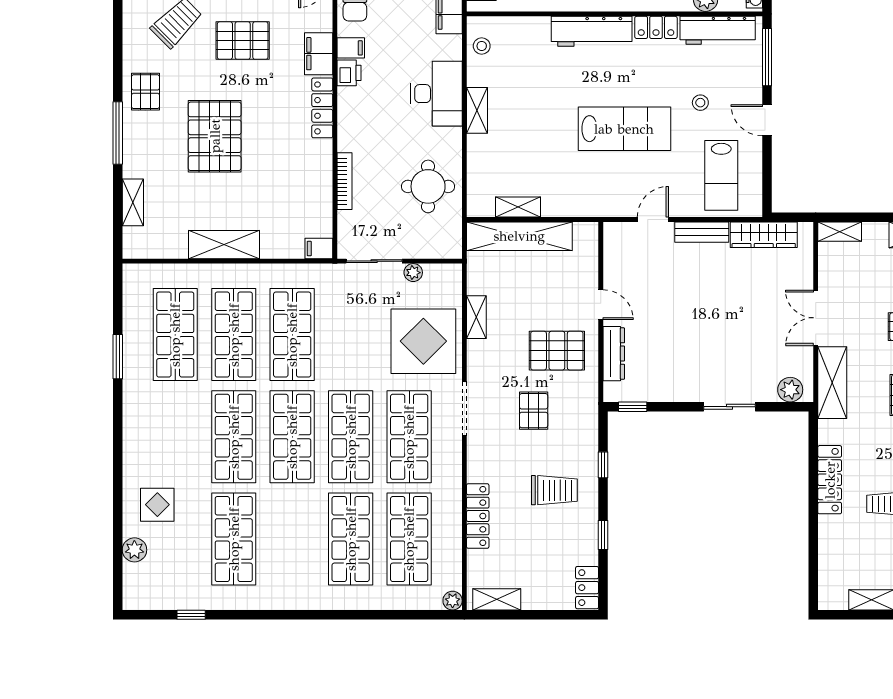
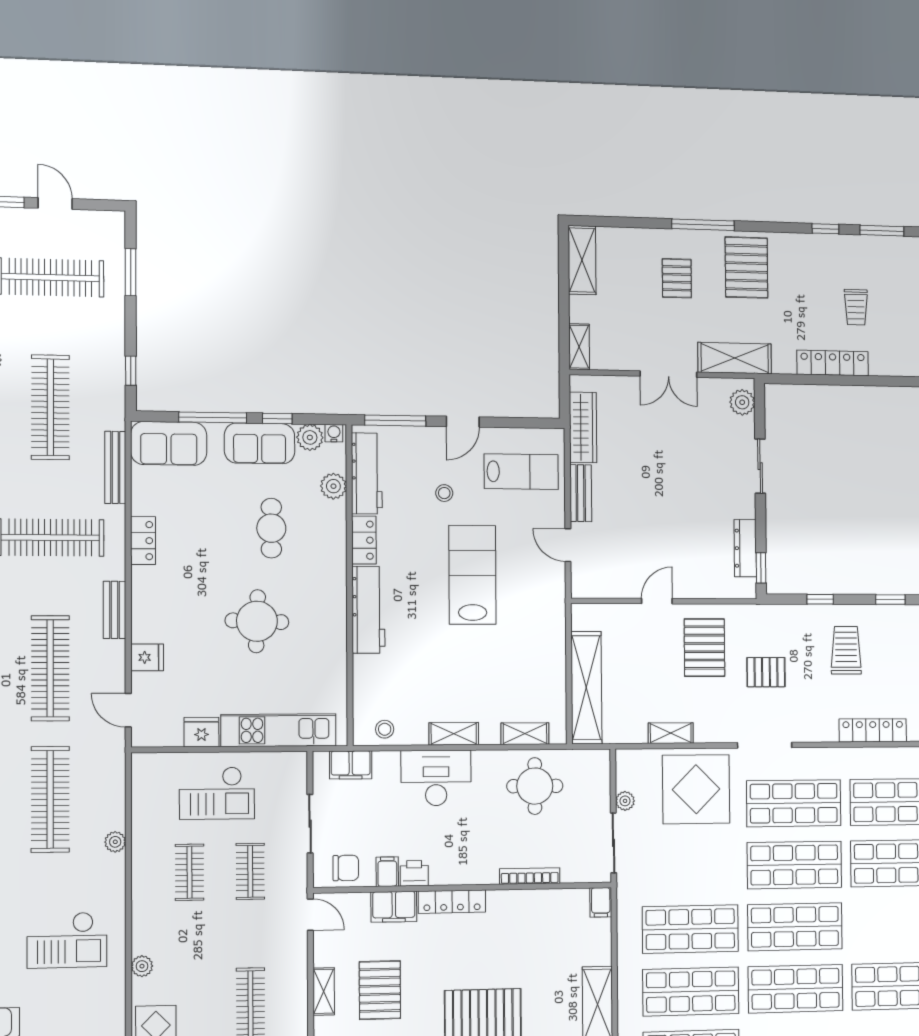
shelving: (518, 207) -> (525, 734), moved, turned 90
dresser: (614, 354) -> (745, 548), moved, turned -90

